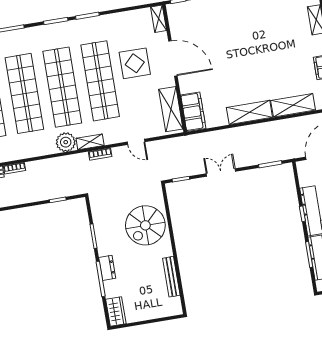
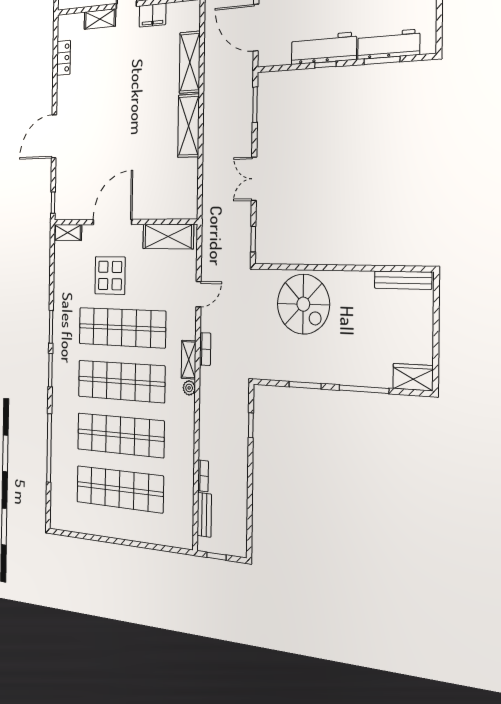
filing cabinet: (193, 112) -> (176, 205), removed
plant: (66, 142) -> (189, 388), width x0.53, depth x0.53
dresser: (107, 268) -> (350, 375), removed
bench: (171, 277) -> (403, 280), moved

